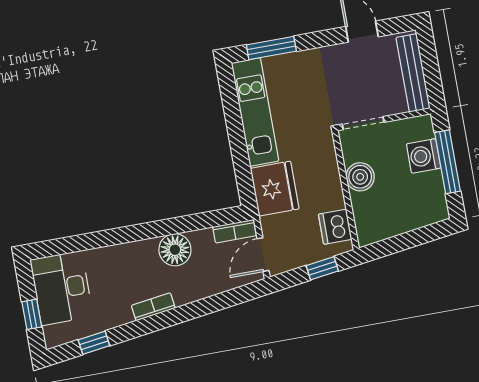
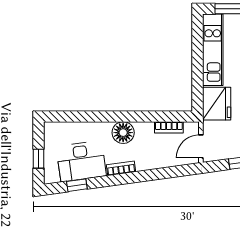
bookcase: (235, 231) -> (169, 127), moved
floor lamp: (175, 250) -> (123, 133), moved
desk: (62, 288) -> (81, 161), moved, turned -98

